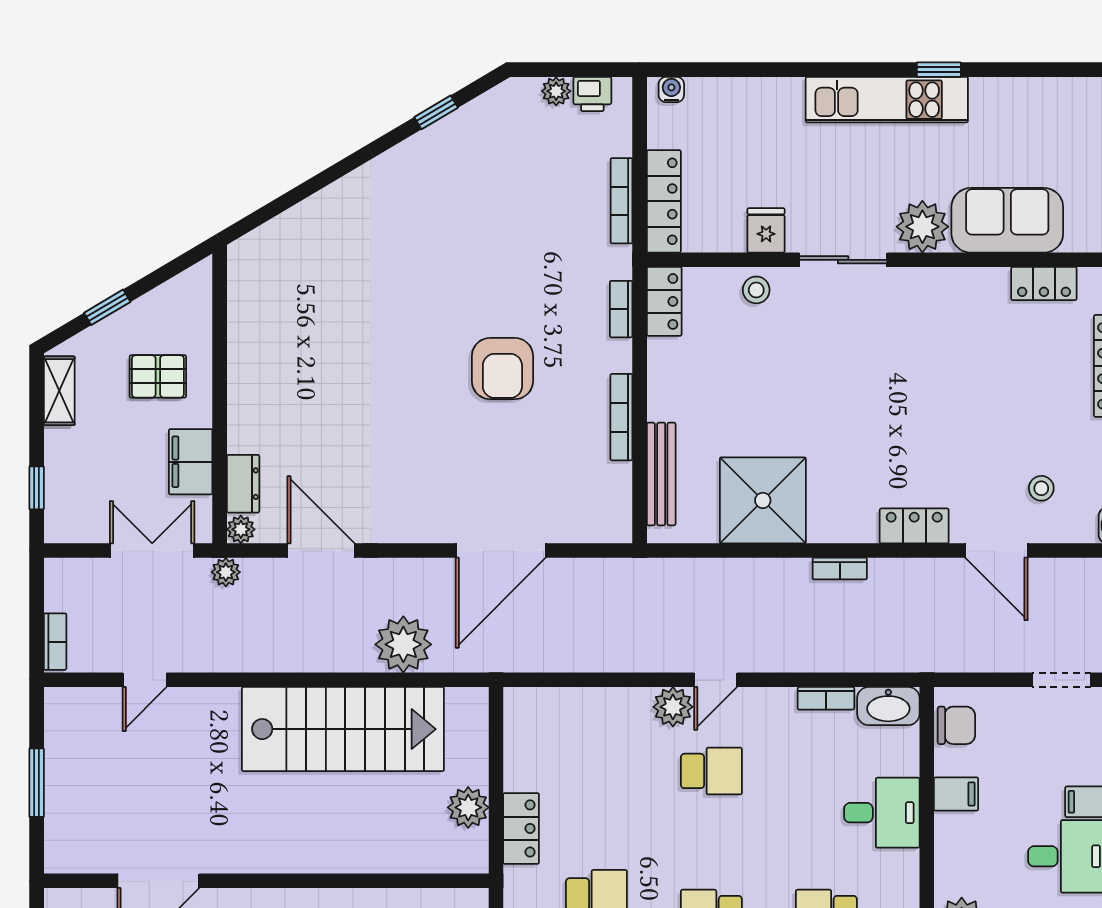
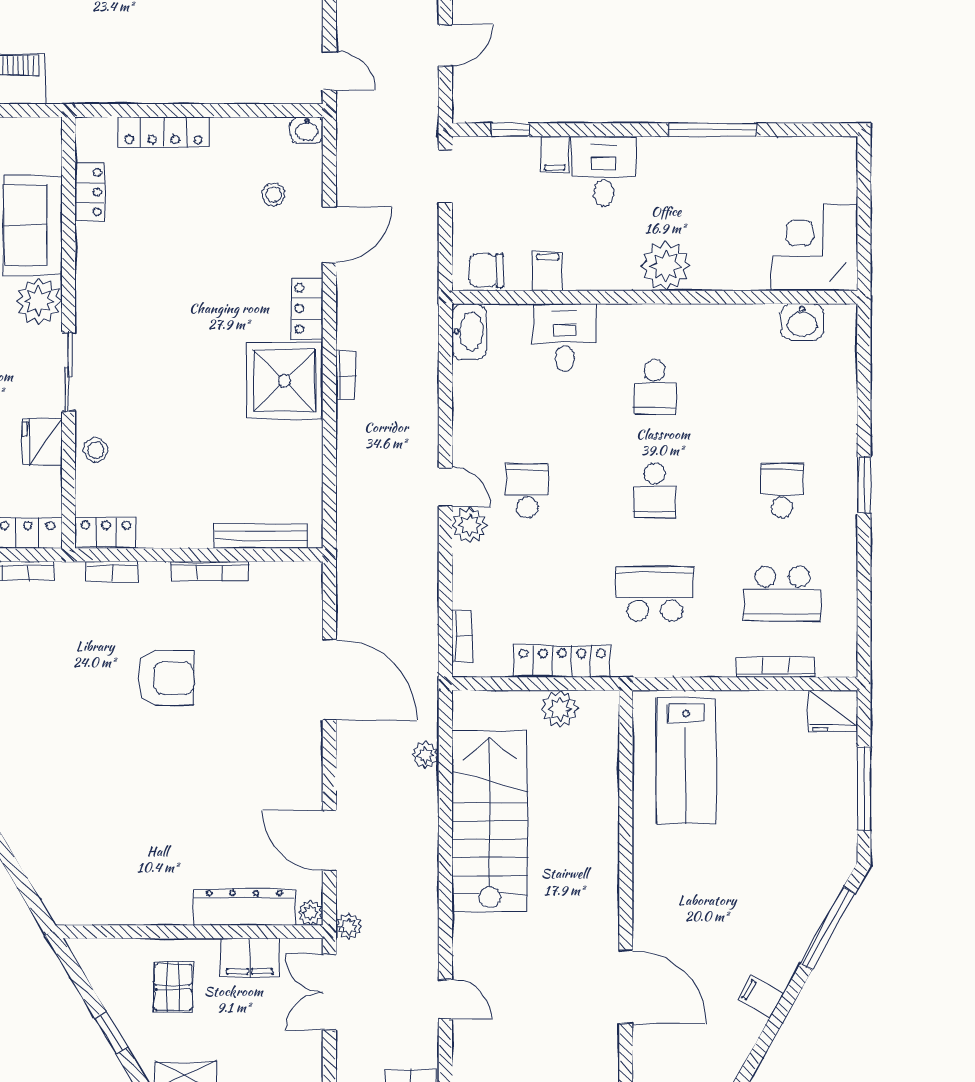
fridge: (766, 230) -> (42, 441), width x1.38
dresser: (243, 484) -> (244, 907), width x1.96, depth x1.24
shower: (763, 500) -> (284, 381), moved
door: (321, 551) -> (329, 841), hinge flipped
plant: (403, 644) -> (425, 755), width x0.53, depth x0.53
bookcase: (826, 698) -> (462, 636), moved
chair: (956, 725) -> (486, 271), turned -90
locker: (521, 828) -> (562, 661), width x1.53

